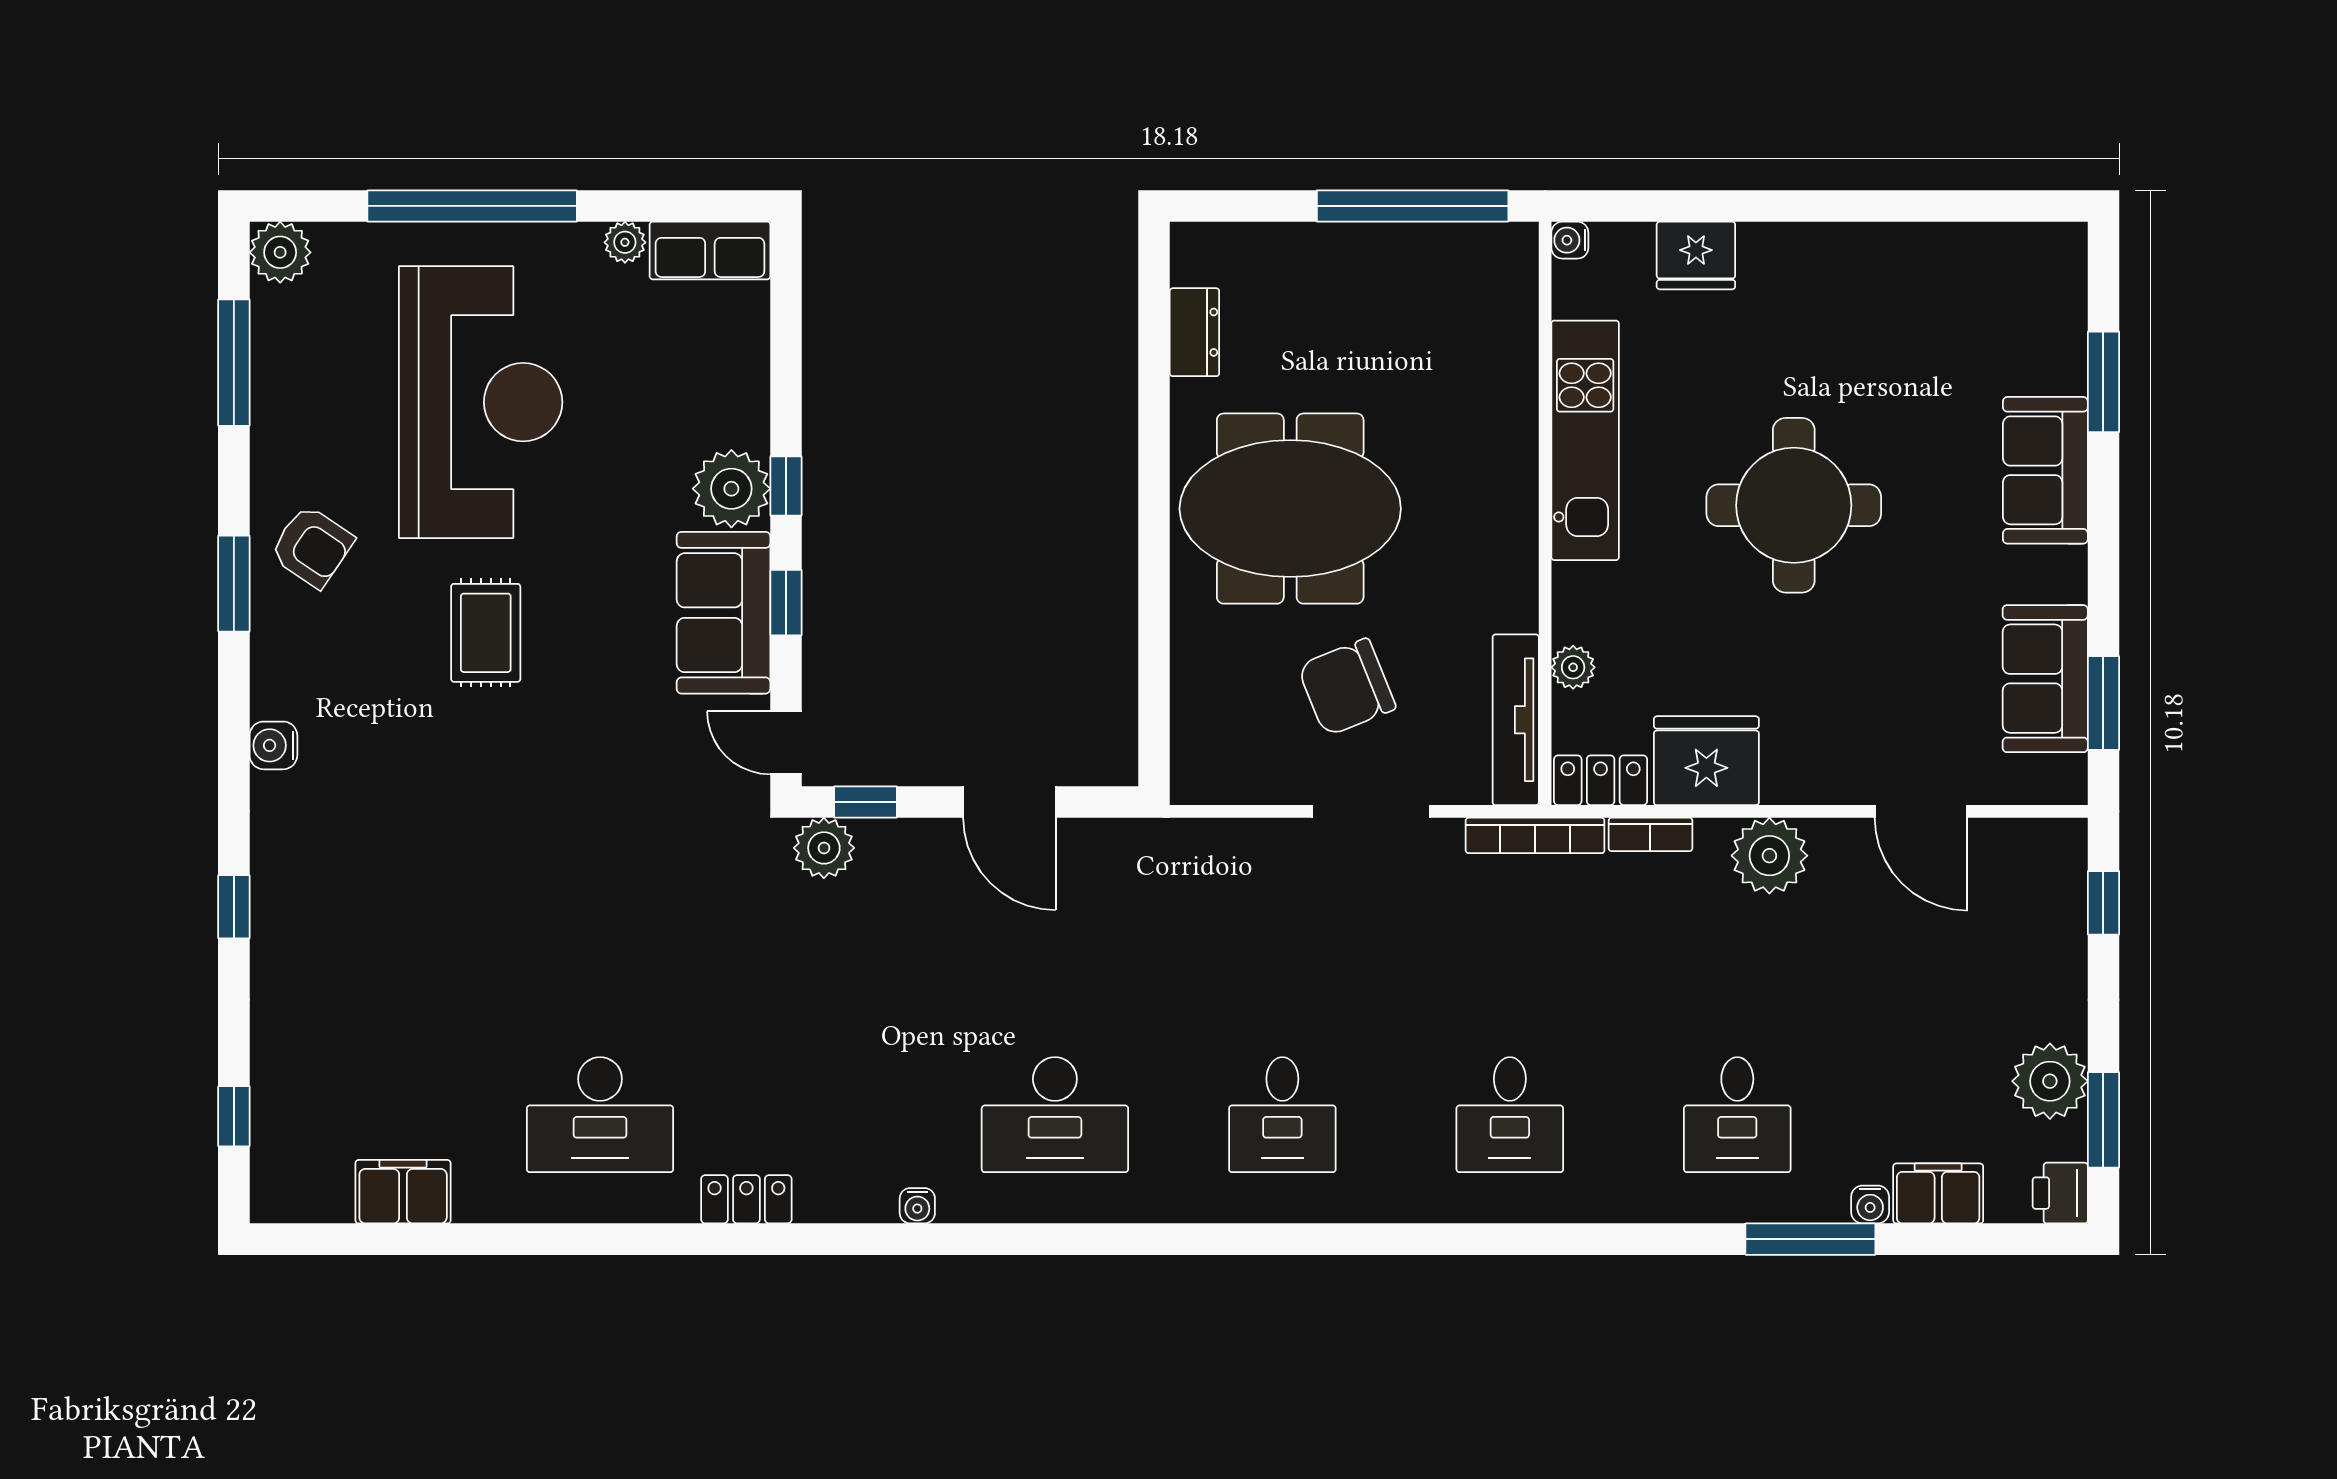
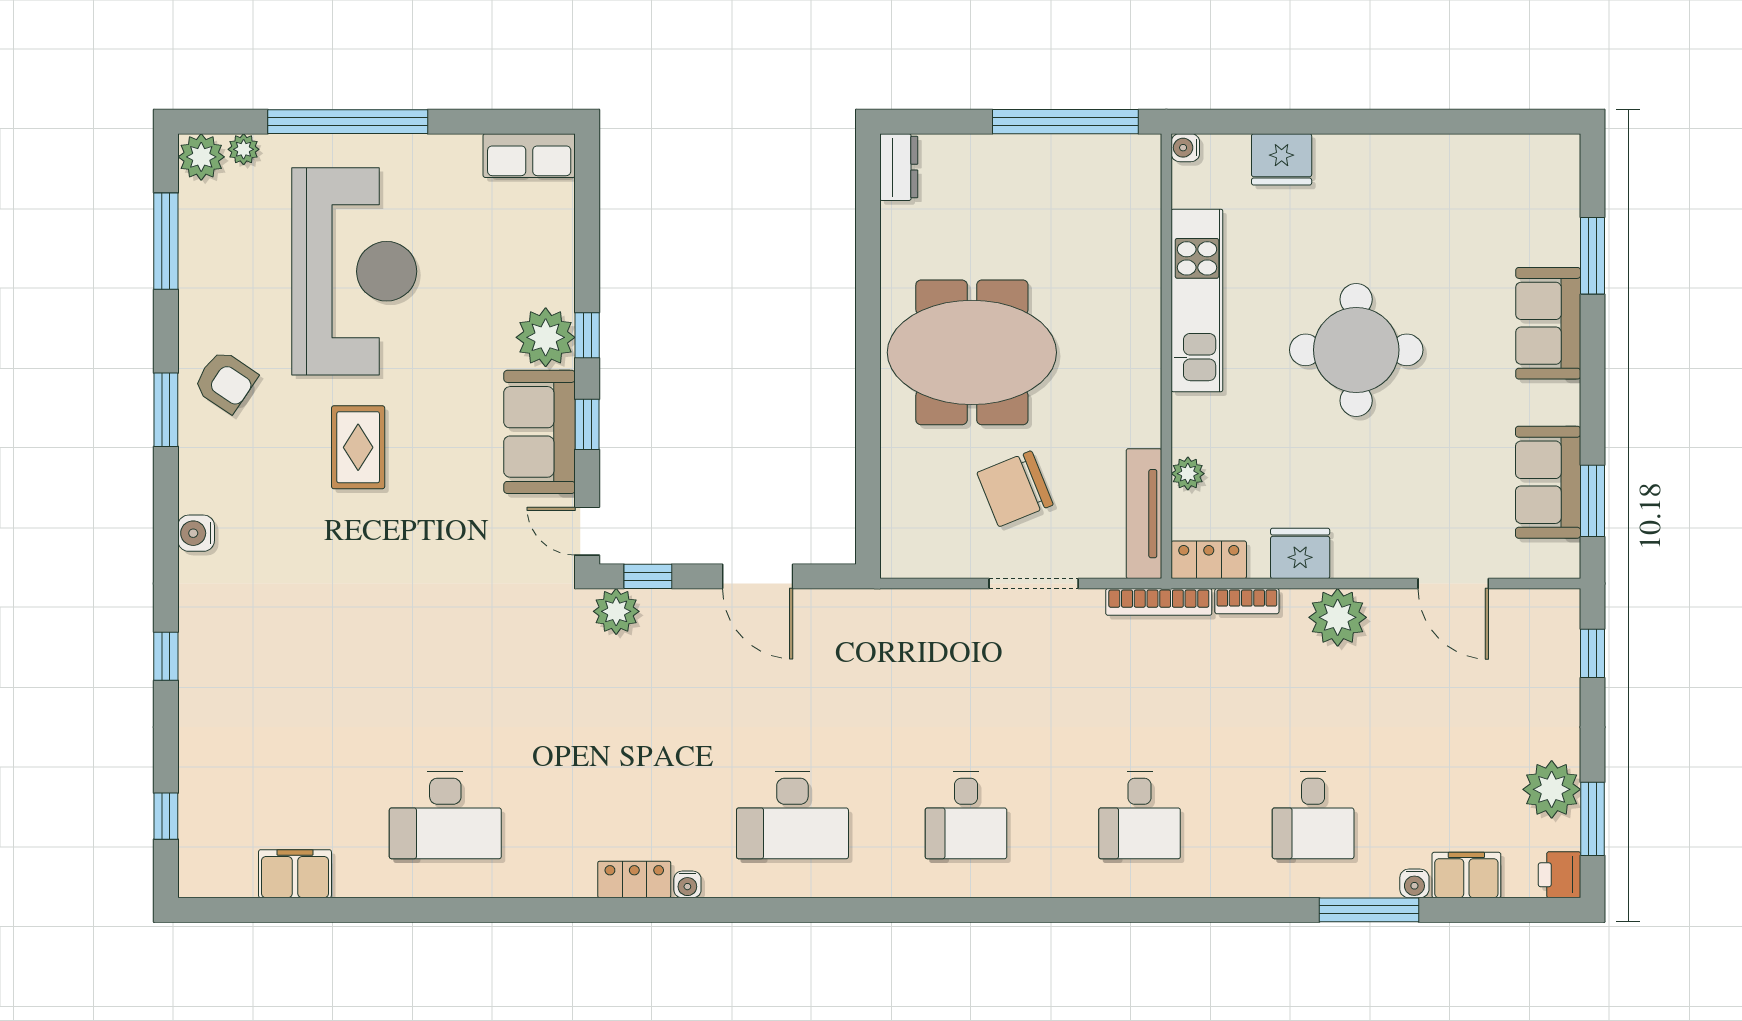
plant: (625, 242) -> (244, 149), moved
dresser: (1194, 332) -> (899, 167), moved
fridge: (1706, 761) -> (1300, 553), width x0.73, depth x0.75
locker: (746, 1199) -> (634, 879), moved

